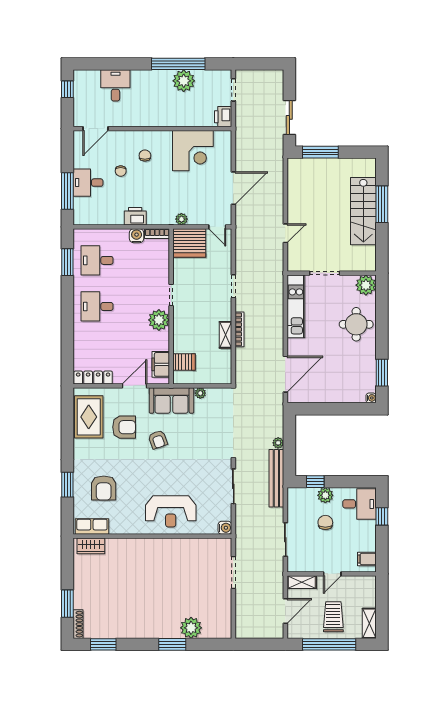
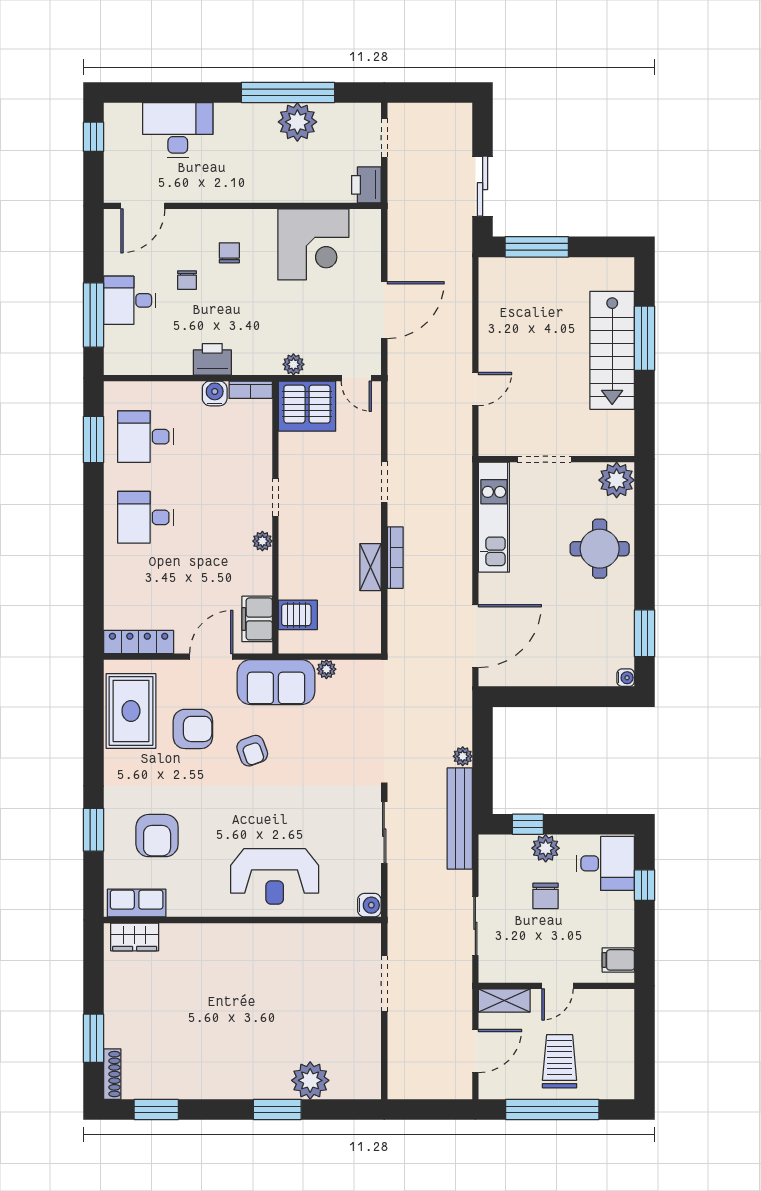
desk: (115, 85) -> (178, 130), width x1.37
plant: (159, 320) -> (262, 541), width x0.53, depth x0.53
chair: (325, 522) -> (546, 896), turned 180
shelving: (369, 623) -> (622, 1073), removed

